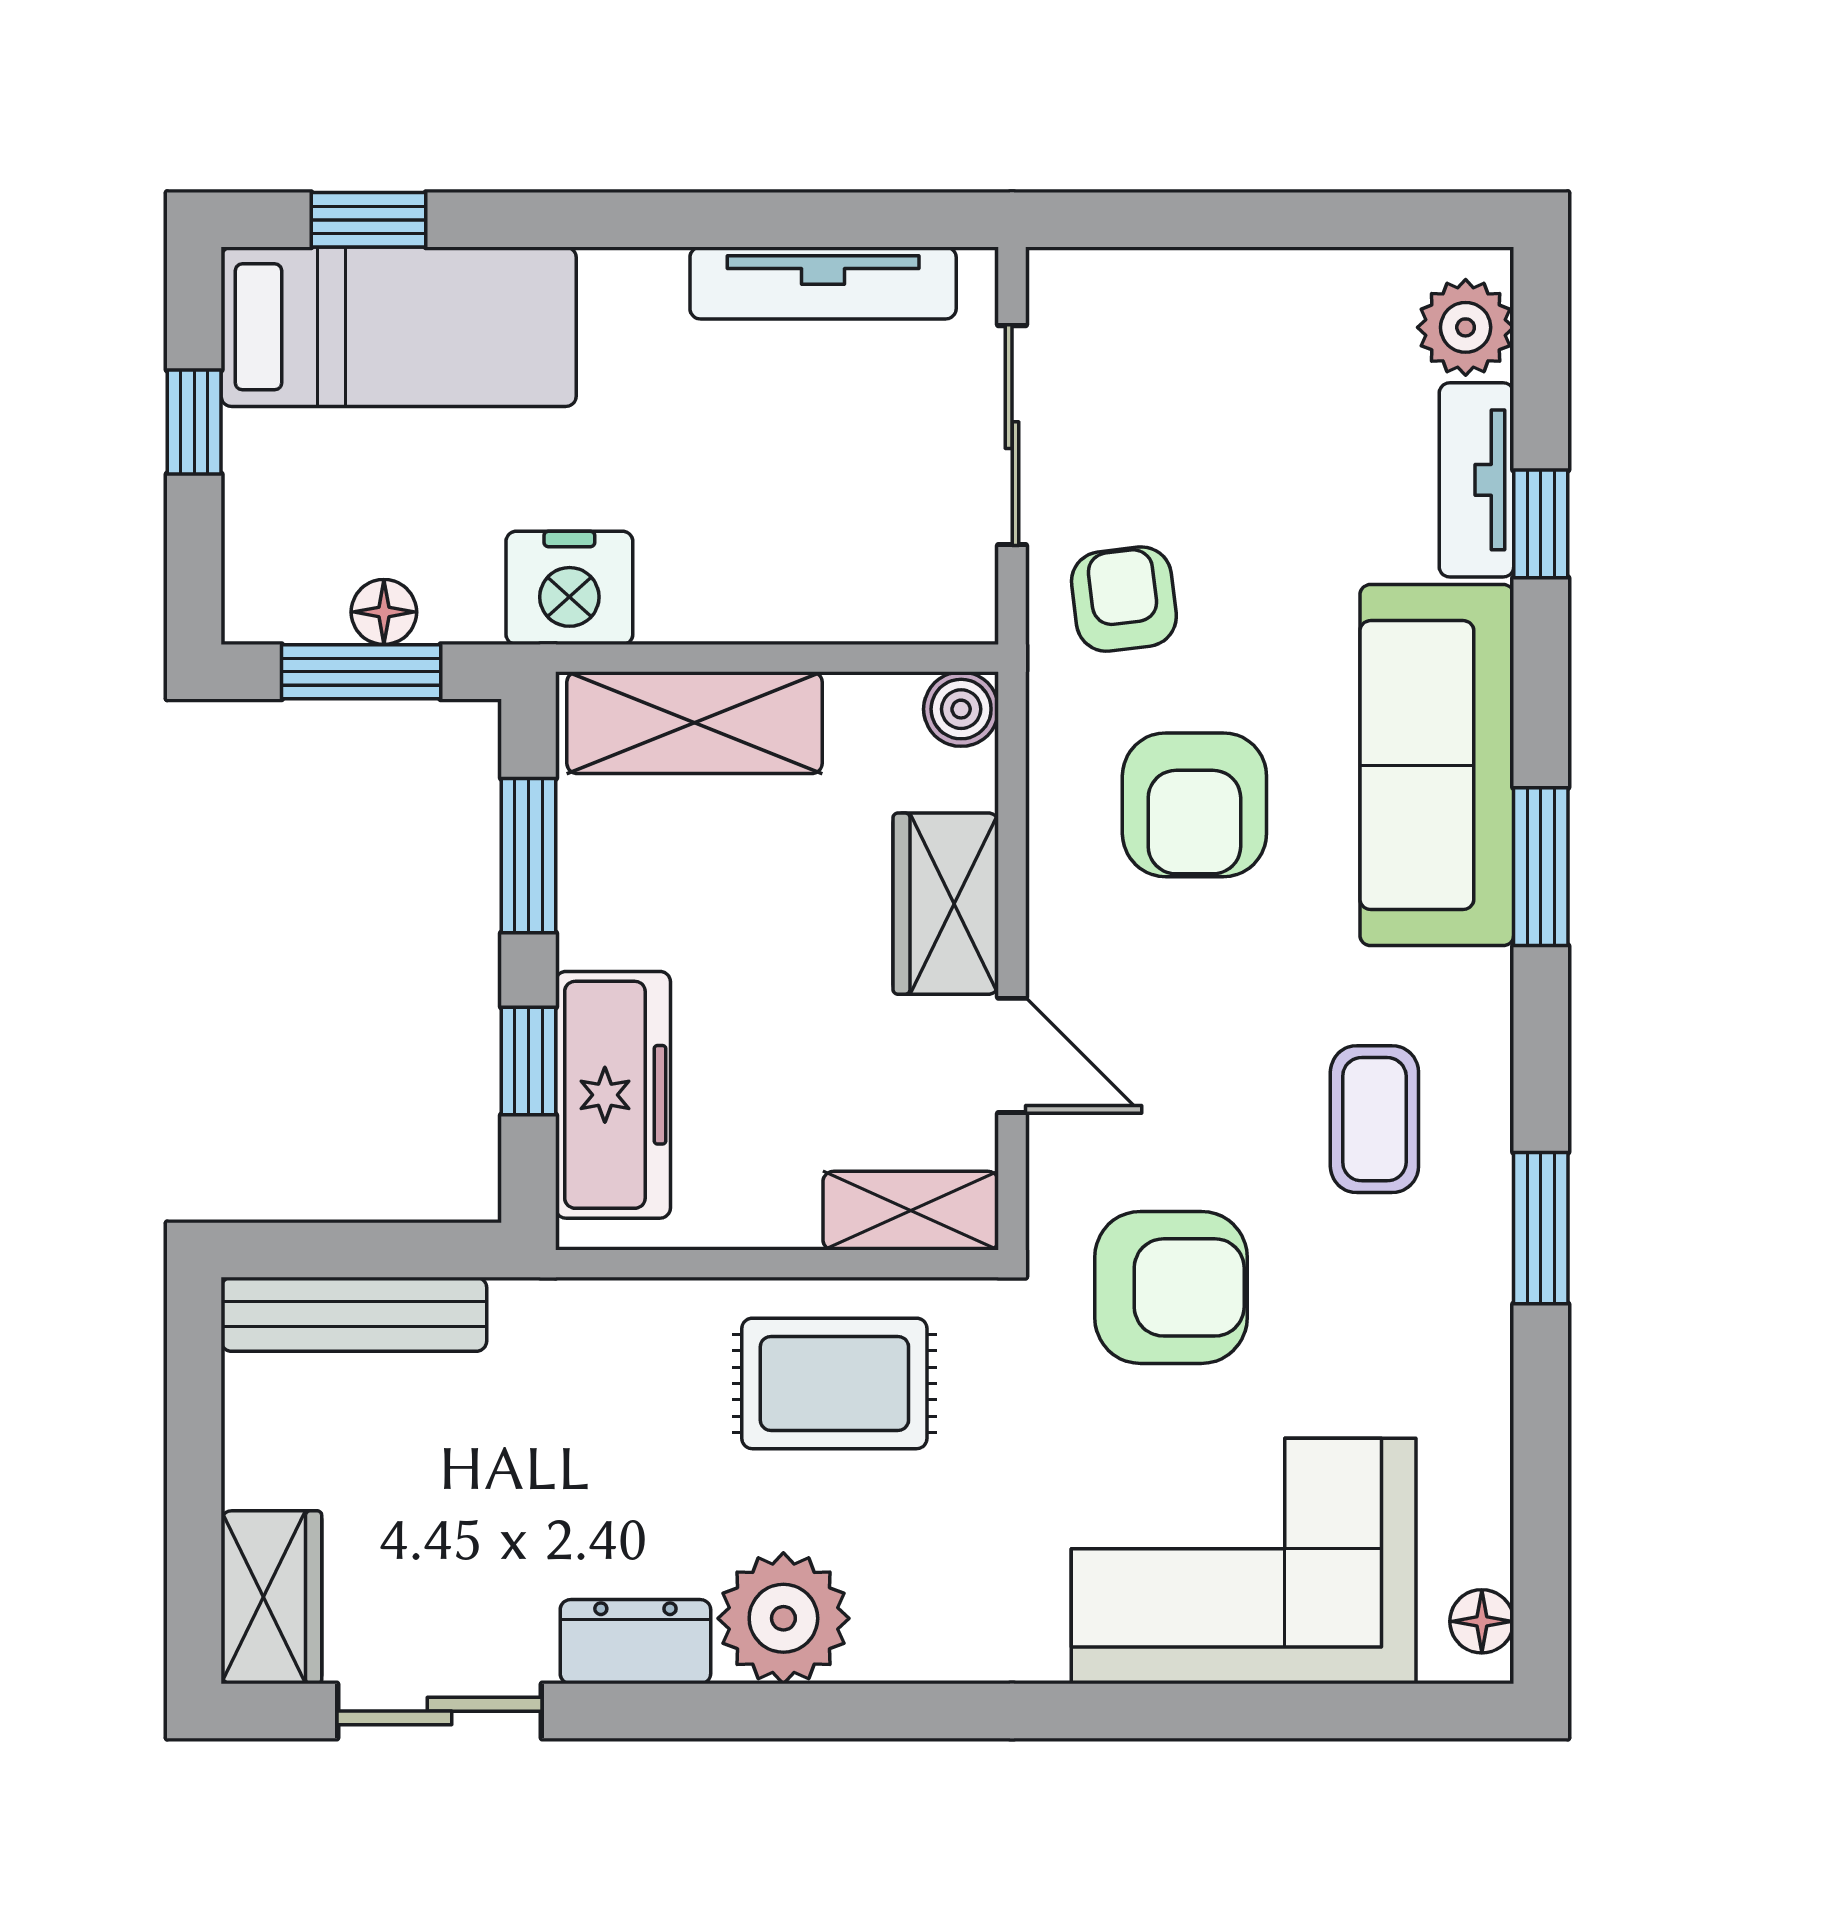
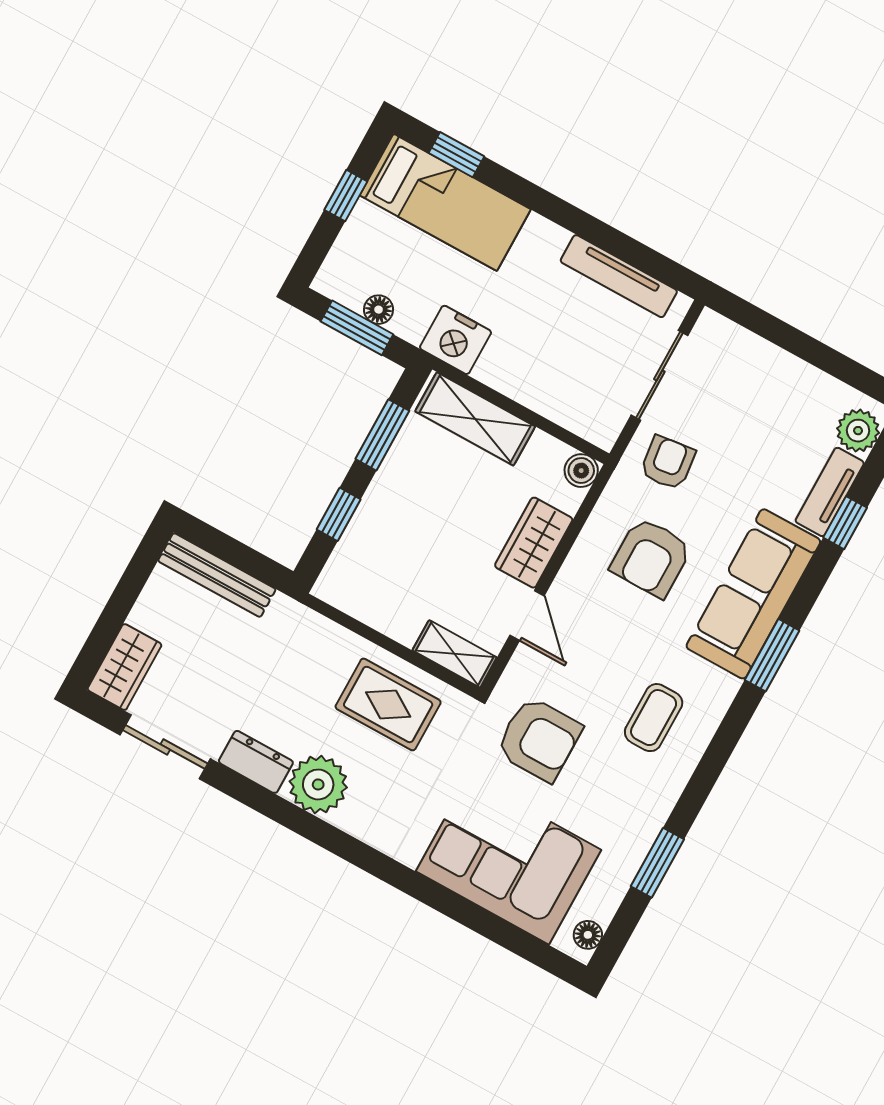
freezer: (613, 1095) -> (364, 545), removed
window: (1541, 1228) -> (657, 863), moved

